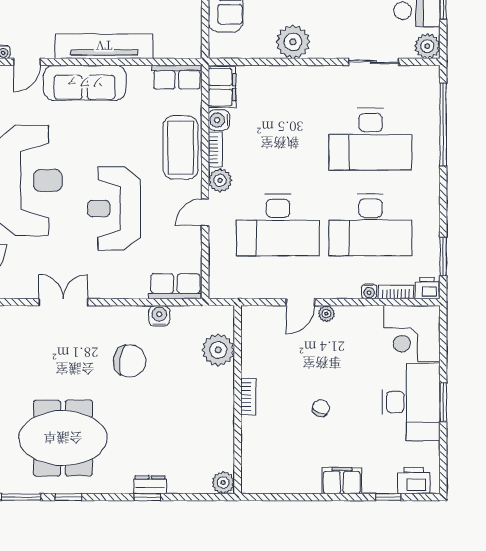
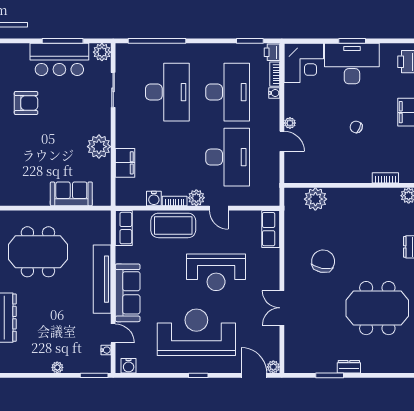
filing cabinet: (222, 87) -> (125, 163), moved, turned 90
water cooler: (159, 316) -> (291, 240), removed
bookcase: (248, 397) -> (385, 178), moved
meeting table: (63, 438) -> (377, 308), turned 90

